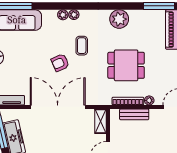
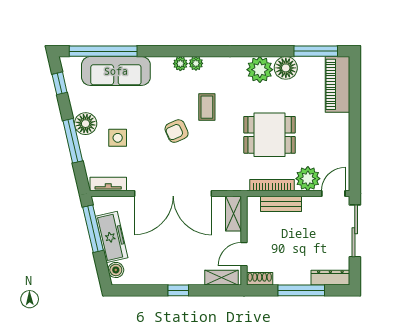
floor lamp: (138, 18) -> (286, 68), added
side table: (18, 67) -> (118, 138), added
plant: (149, 100) -> (308, 179), width x1.87, depth x1.87
double door: (58, 107) -> (173, 193), swing flipped

